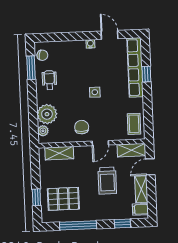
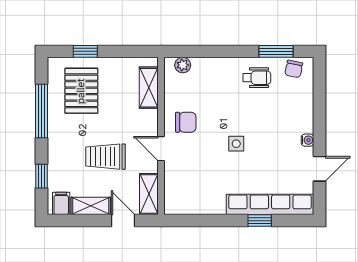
plant: (47, 114) -> (207, 72), removed
coffee table: (134, 124) -> (187, 199), removed

